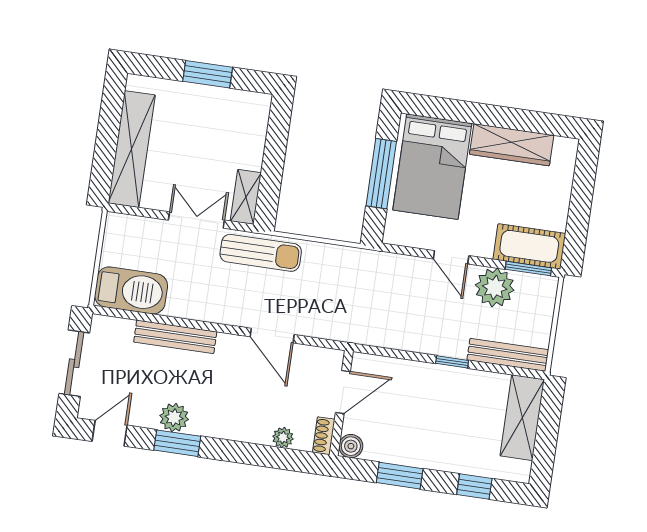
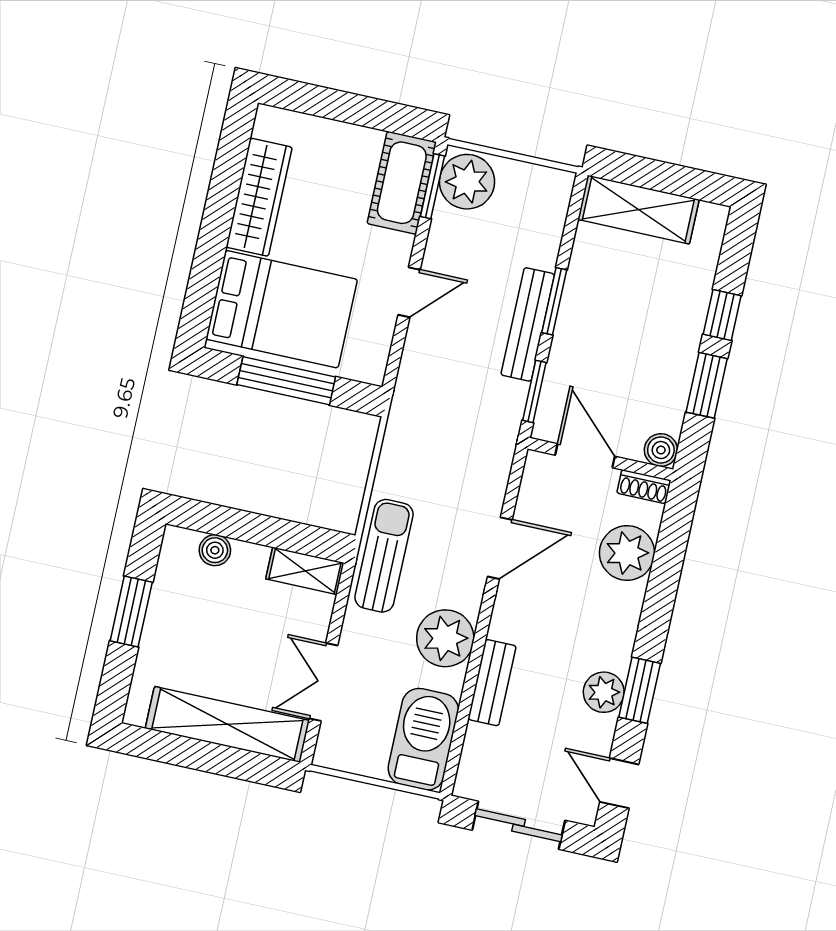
boiler: (256, 131) -> (215, 550), added
double door: (196, 220) -> (323, 682), moved
plant: (495, 287) -> (467, 182), moved
plant: (205, 301) -> (445, 638), added
bench: (175, 337) -> (492, 683), width x0.73
window: (386, 352) -> (534, 391), added
bench: (508, 355) -> (528, 324), moved
window: (452, 362) -> (554, 301), width x1.50
plant: (283, 438) -> (627, 553), width x1.88, depth x1.88
window: (474, 487) -> (722, 315), moved

